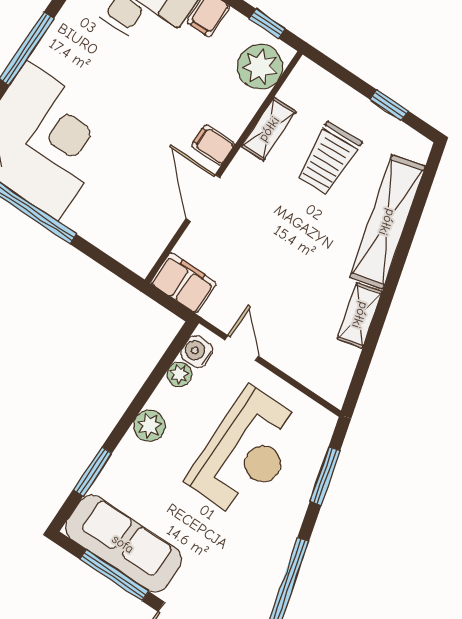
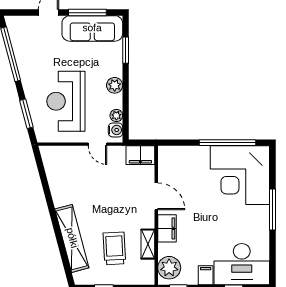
filing cabinet: (213, 145) -> (167, 228), width x2.00
shelving: (360, 315) -> (57, 191), removed

